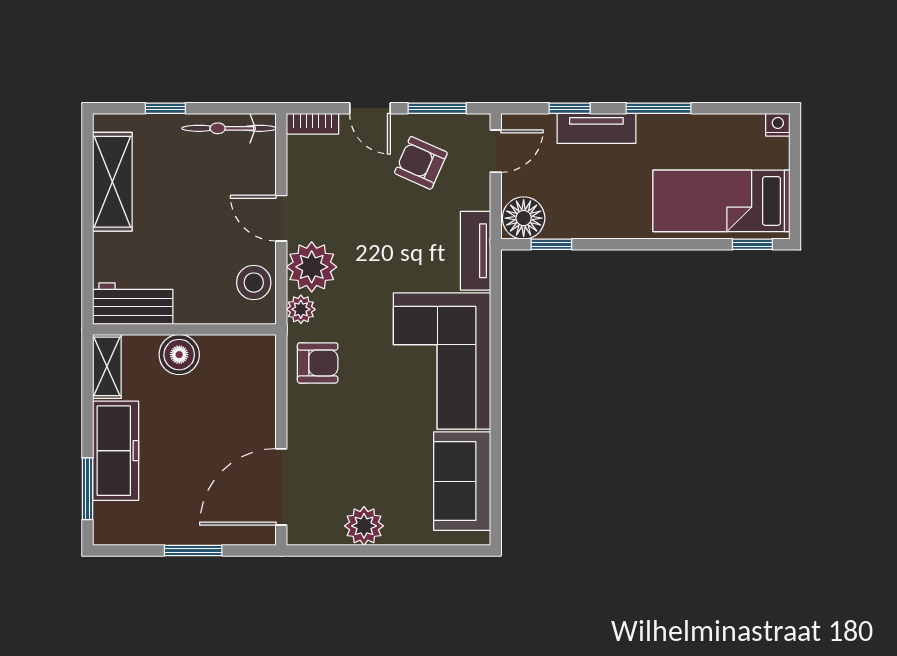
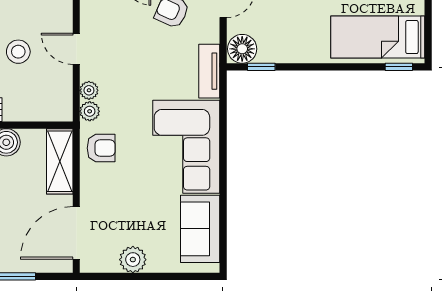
plant: (312, 267) -> (89, 90), width x0.53, depth x0.53
stool: (254, 283) -> (18, 52), moved
shelving: (257, 382) -> (60, 161), added

